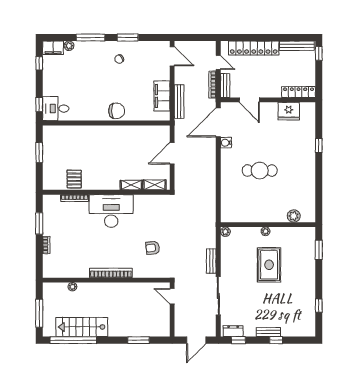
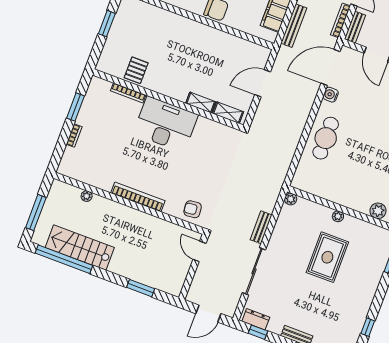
cafe table: (260, 171) -> (326, 138), moved, turned 90
armchair: (153, 248) -> (193, 209), moved

